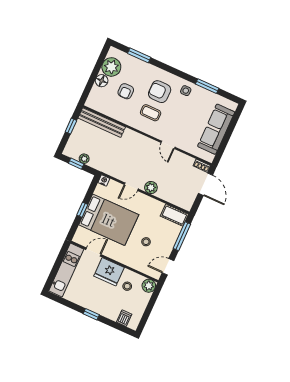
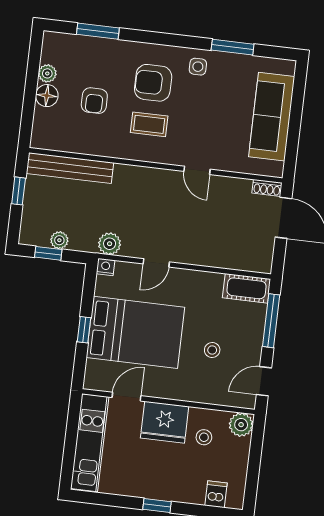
plant: (111, 67) -> (47, 73), width x0.53, depth x0.53
plant: (151, 188) -> (110, 244), moved

